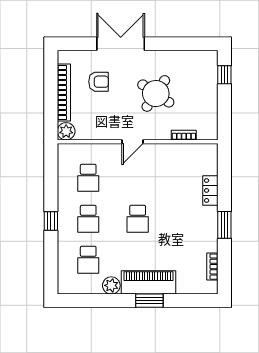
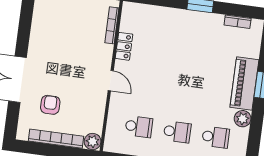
round table: (156, 93) -> (68, 53), removed
bookcase: (184, 135) -> (112, 25), width x1.56
locker: (210, 190) -> (124, 46), moved, turned -90
school desk: (138, 219) -> (183, 86), removed

